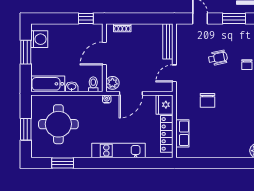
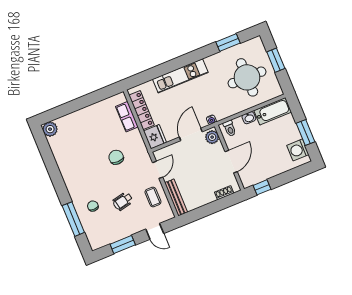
coffee table: (189, 50) -> (153, 197), added

